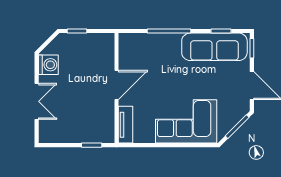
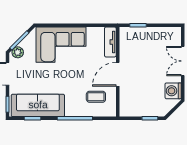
coffee table: (143, 57) -> (96, 97), added
plant: (239, 112) -> (18, 52), added

